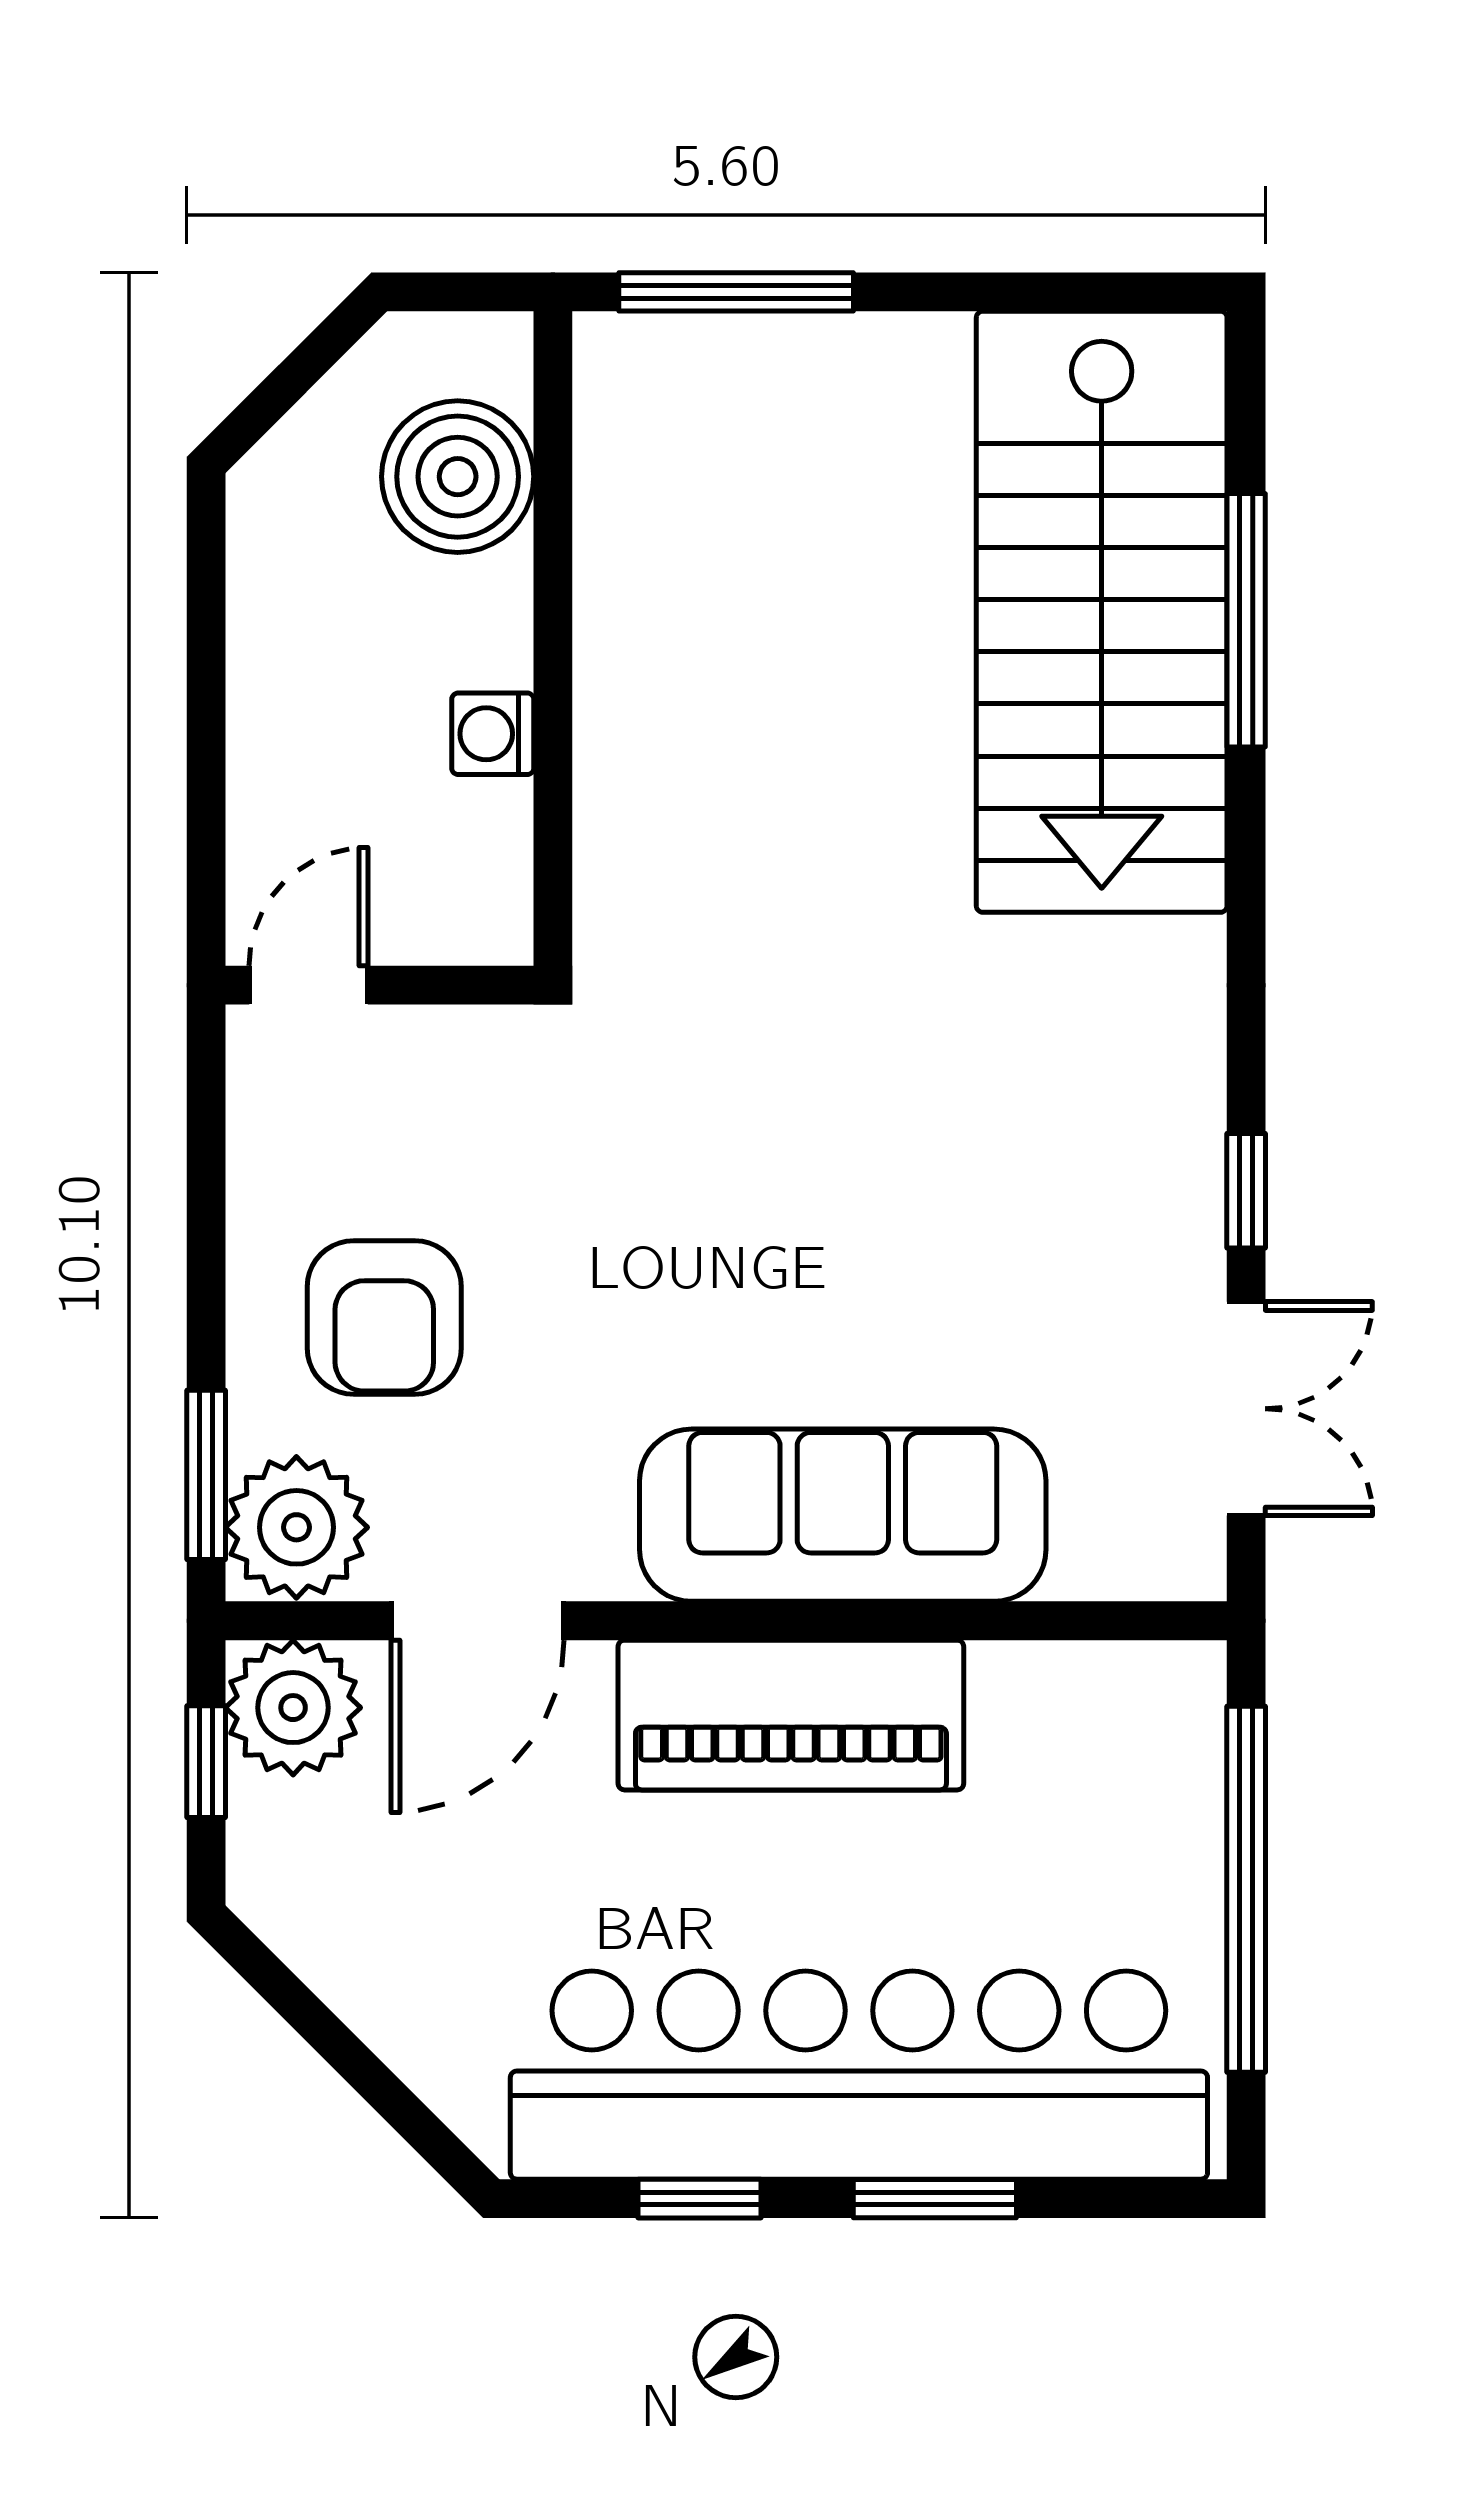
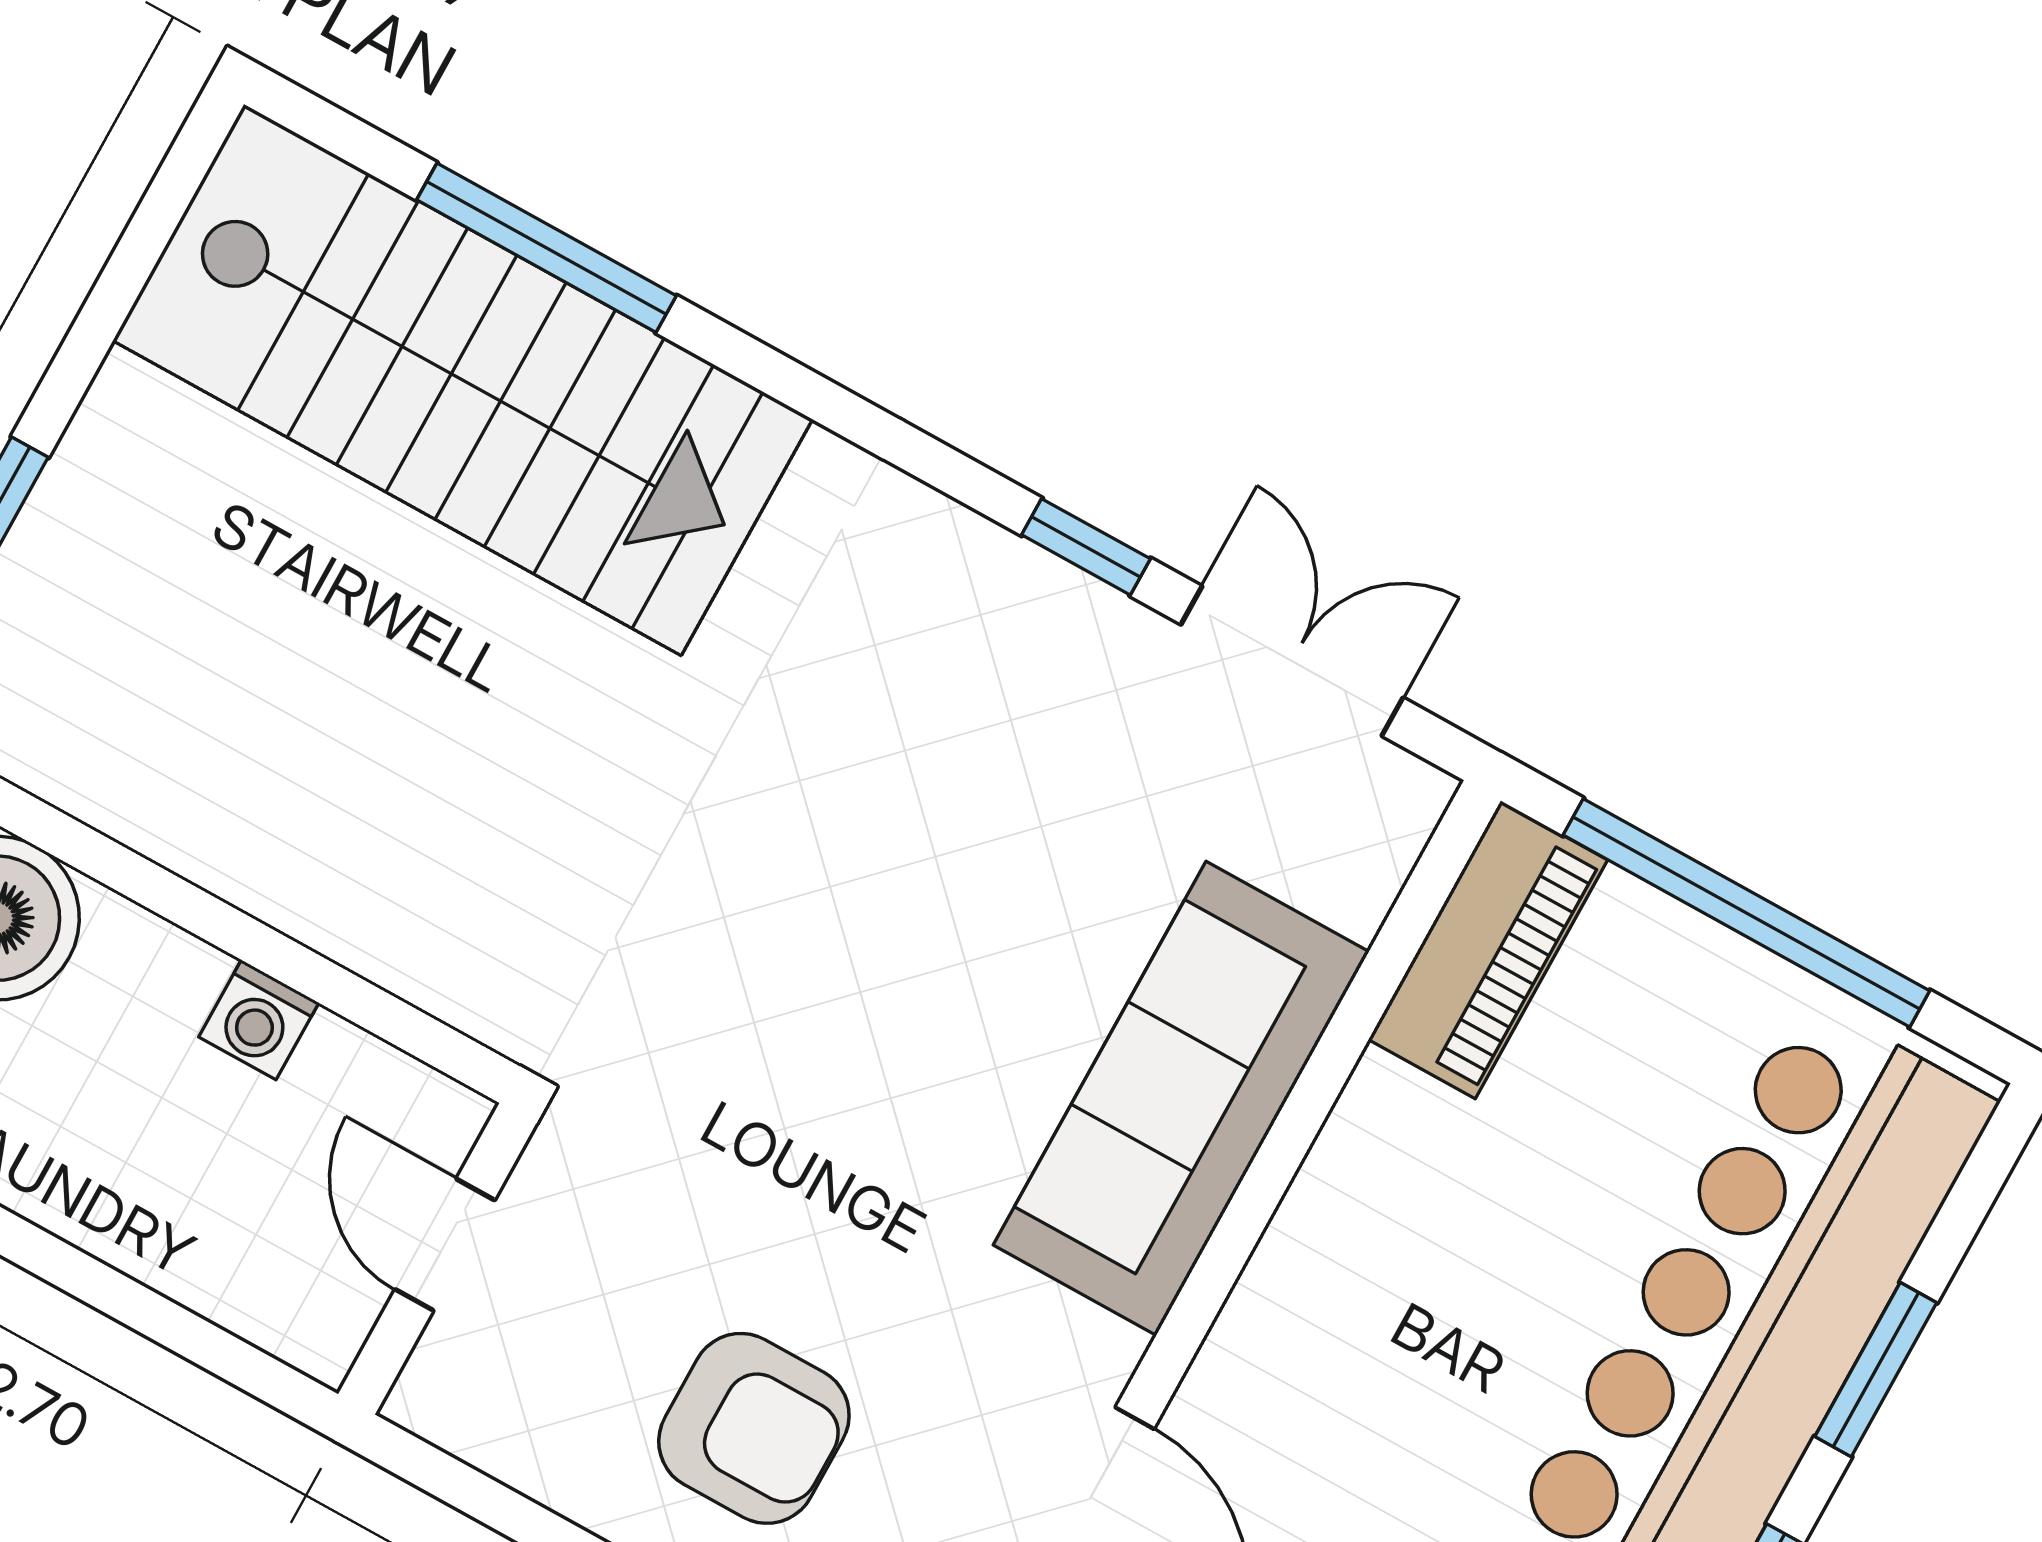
door: (308, 985) -> (445, 1245), moved
piano: (791, 1715) -> (1488, 950), moved, width x0.73, depth x0.75

